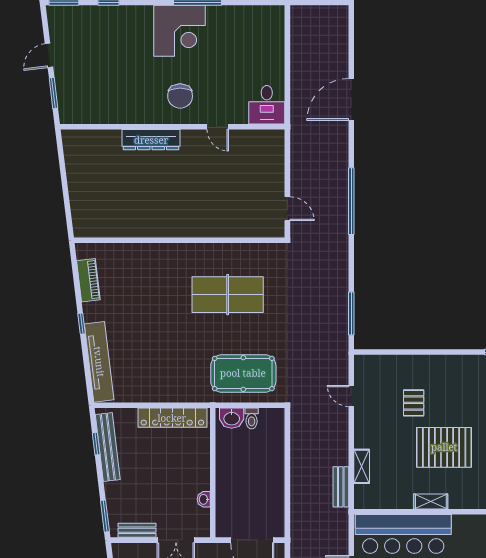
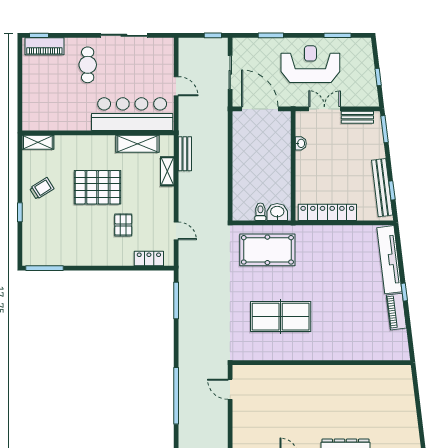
piano: (88, 280) -> (396, 312), moved
locker: (383, 363) -> (149, 258), added
shelving: (431, 501) -> (137, 144), moved, width x1.50, depth x1.33

